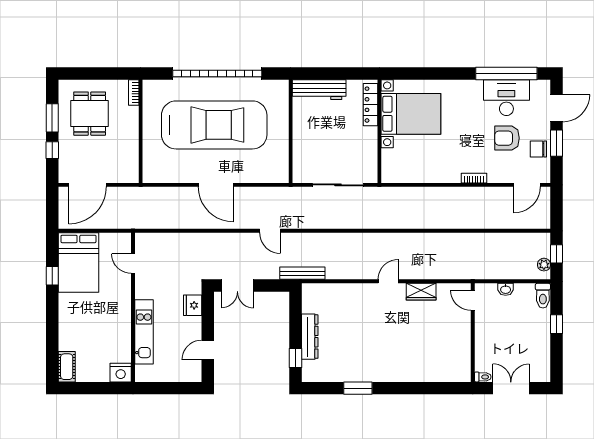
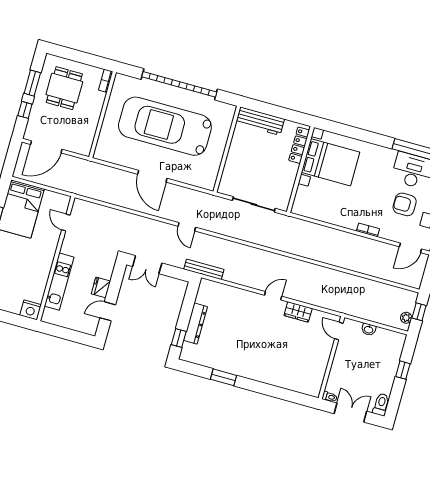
car: (214, 125) -> (165, 126), turned 180
toilet: (543, 296) -> (381, 404), moved, turned 180
fridge: (193, 305) -> (101, 287), moved

